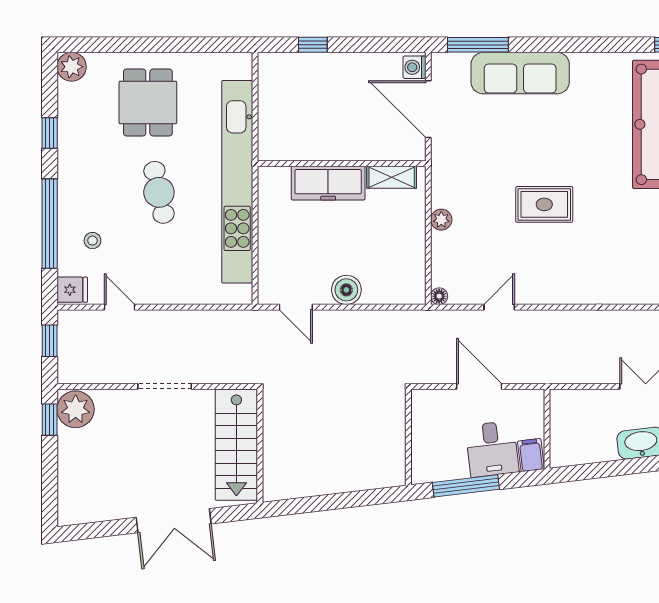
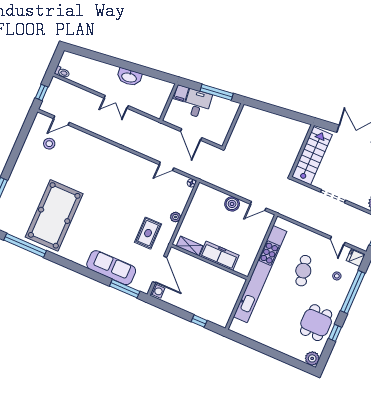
dining table: (148, 103) -> (316, 323), moved
cafe table: (159, 192) -> (303, 271), moved
rug: (544, 204) -> (148, 233), moved, turned 90
door: (296, 307) -> (258, 206), swing flipped

